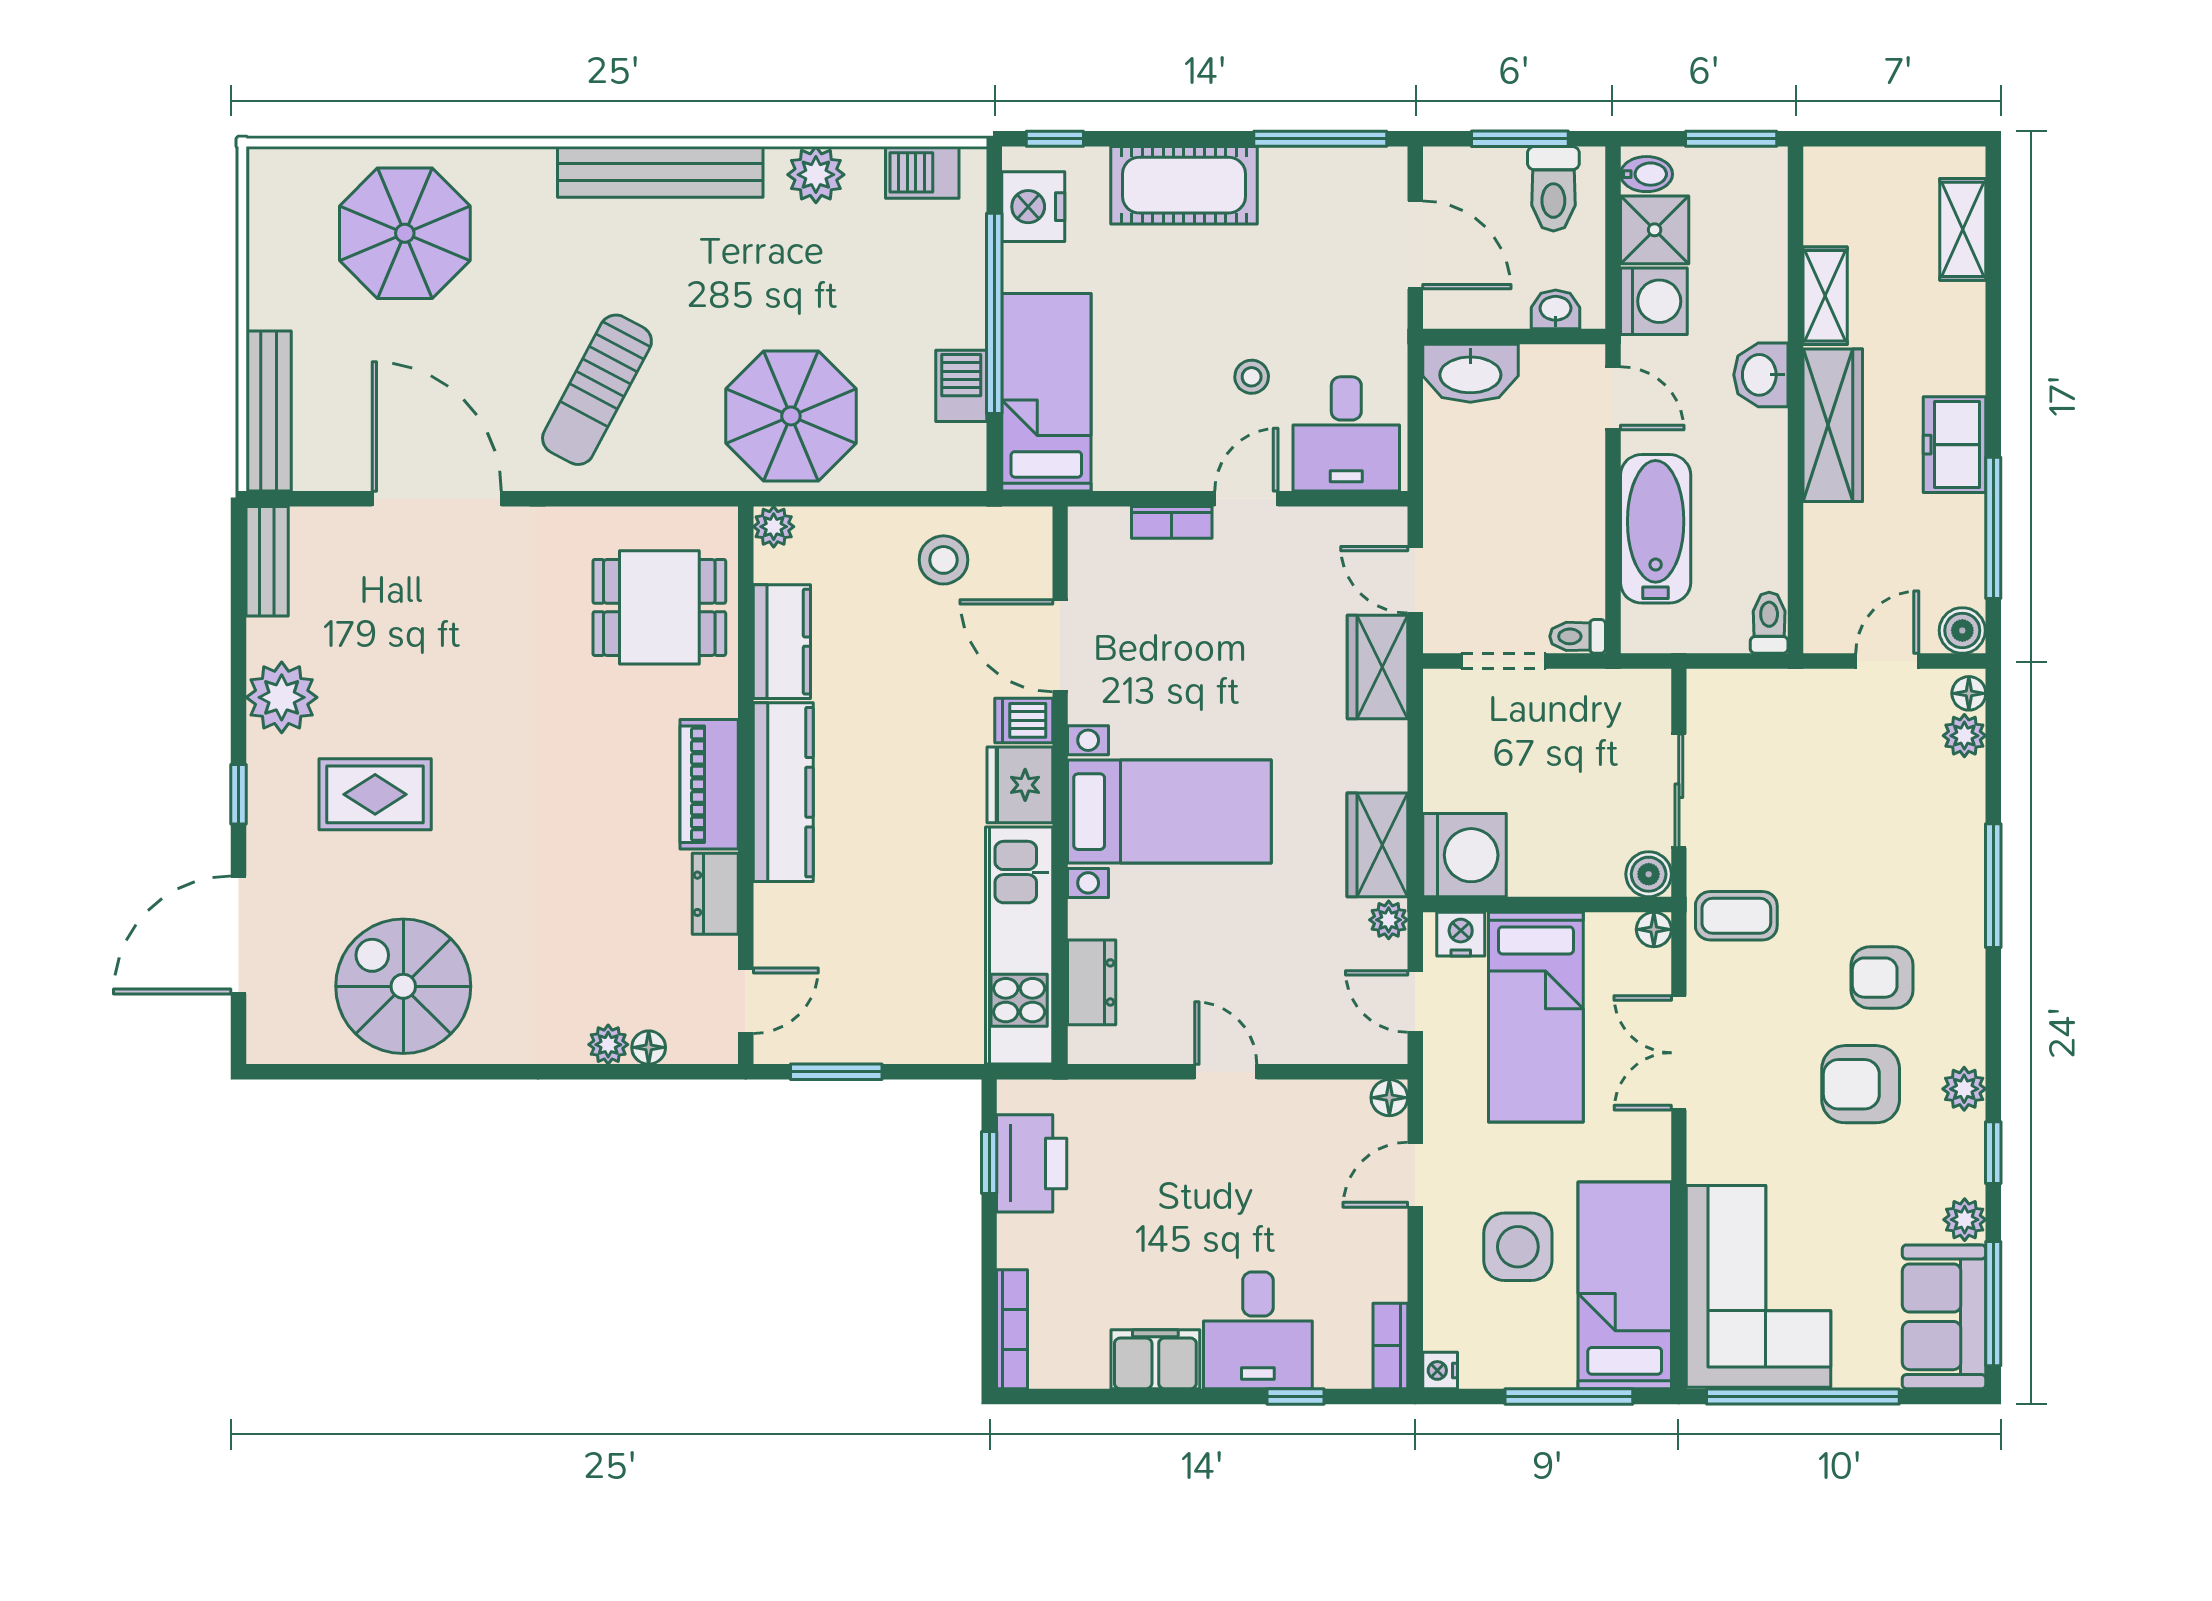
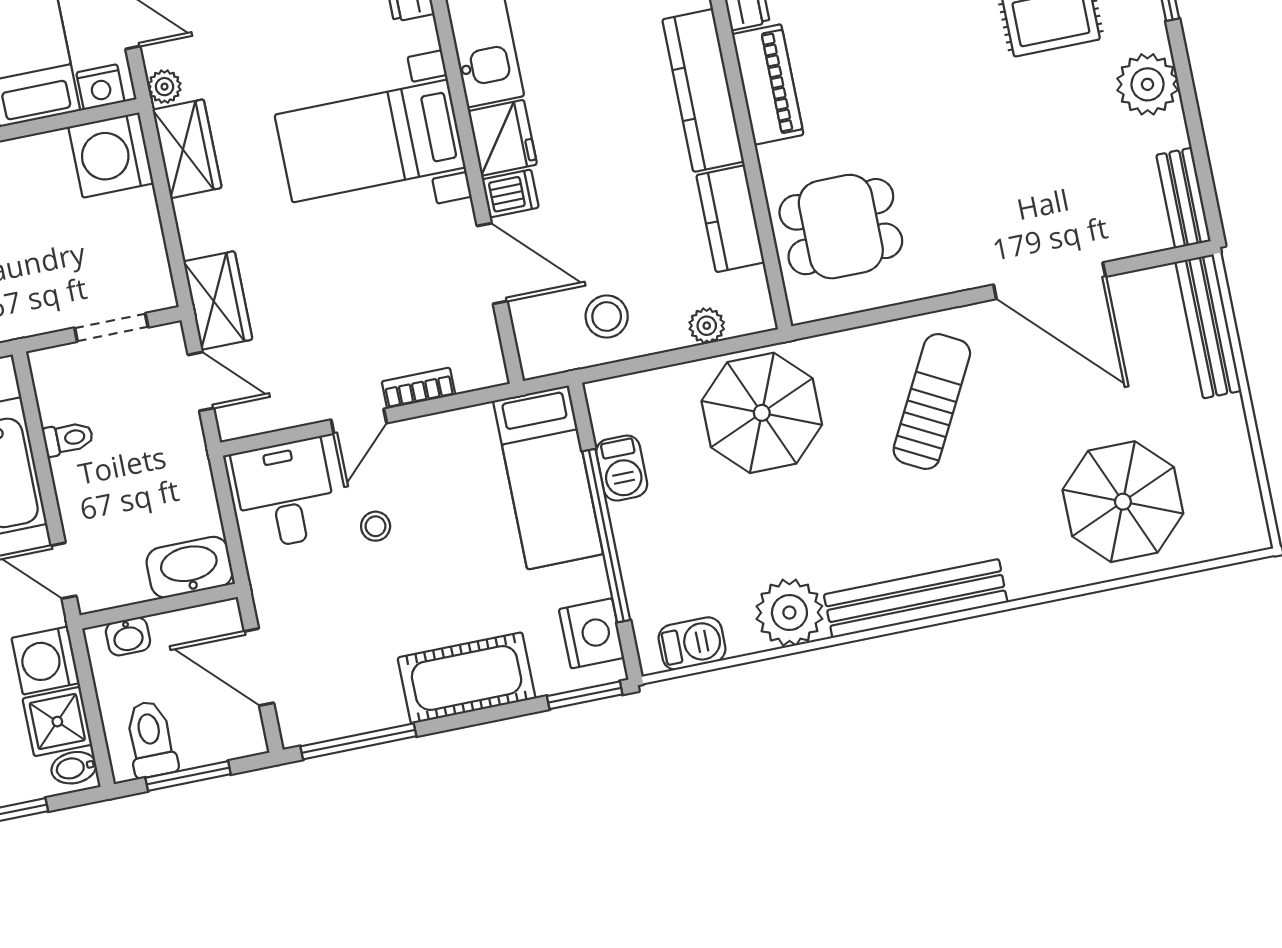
window: (1055, 139) -> (585, 695), width x1.50
plant: (816, 175) -> (789, 613), width x1.36, depth x1.36
plant: (774, 527) -> (707, 326), moved
toilet: (1578, 636) -> (68, 438), moved

